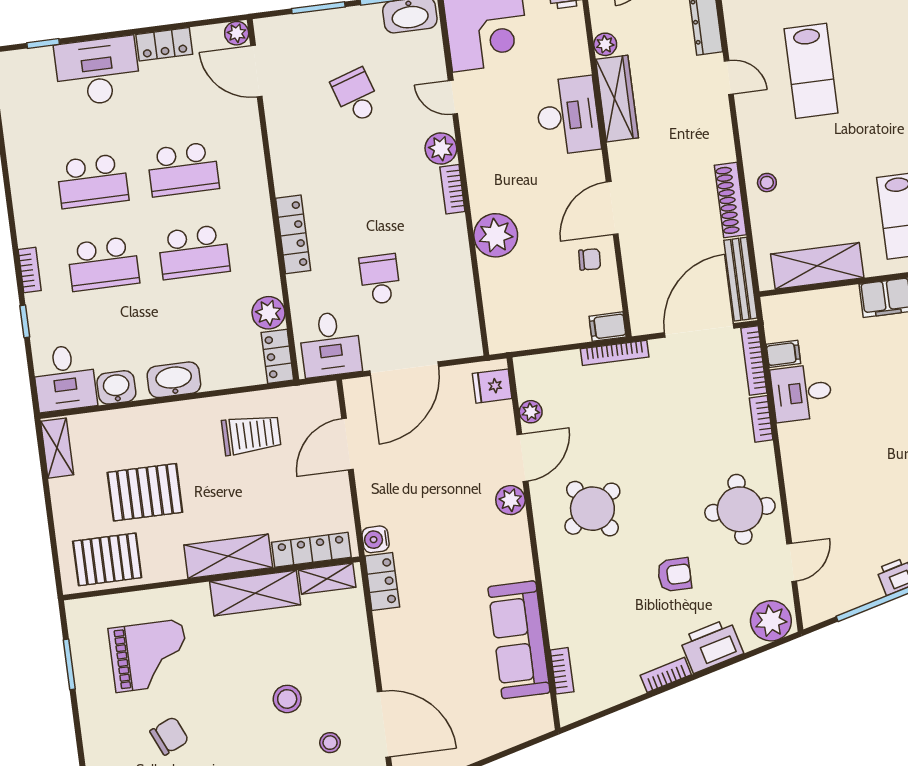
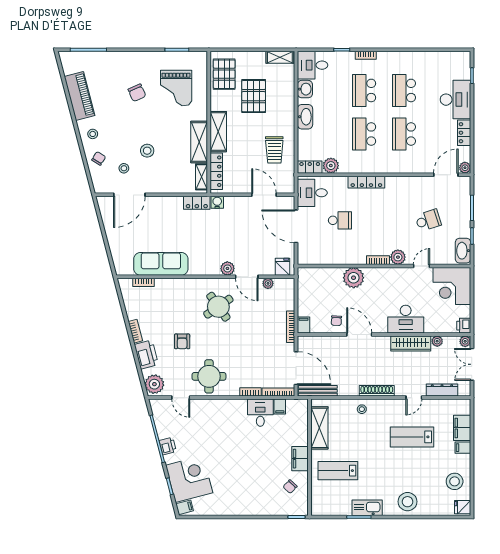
shoe rack: (730, 200) -> (377, 391), moved

